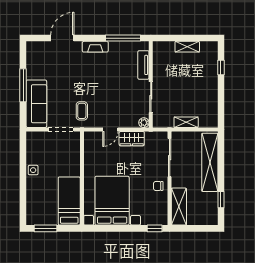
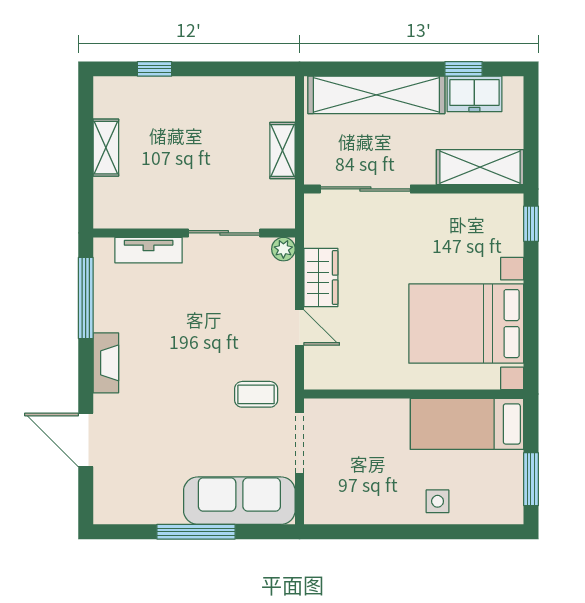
side table: (33, 170) -> (438, 501), moved
chair: (158, 186) -> (432, 216), removed
freezer: (210, 204) -> (474, 94), added

